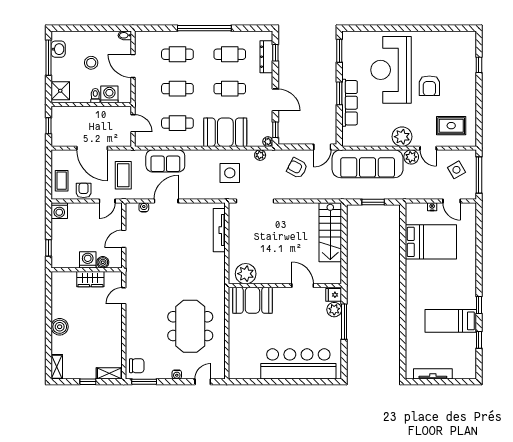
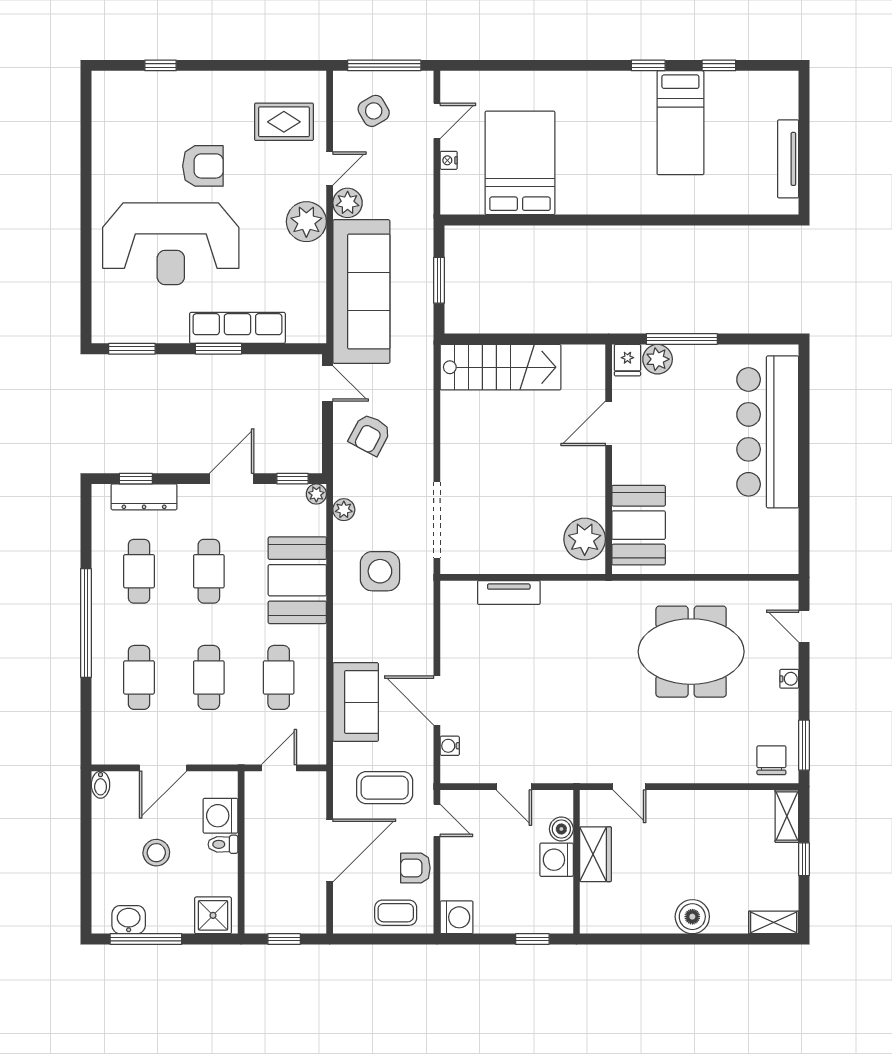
rug: (451, 126) -> (284, 122), turned 90
tv unit: (219, 230) -> (509, 593), width x0.71

